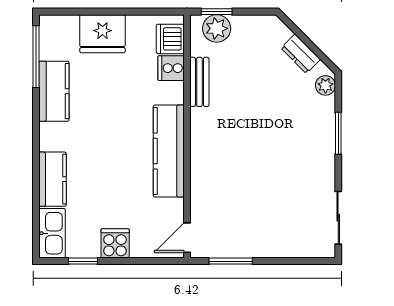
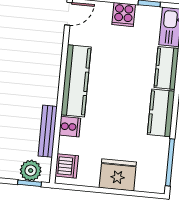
cooker: (171, 68) -> (70, 127), moved
bench: (199, 82) -> (48, 131), width x1.36
kitchen counter: (54, 91) -> (161, 113), moved

